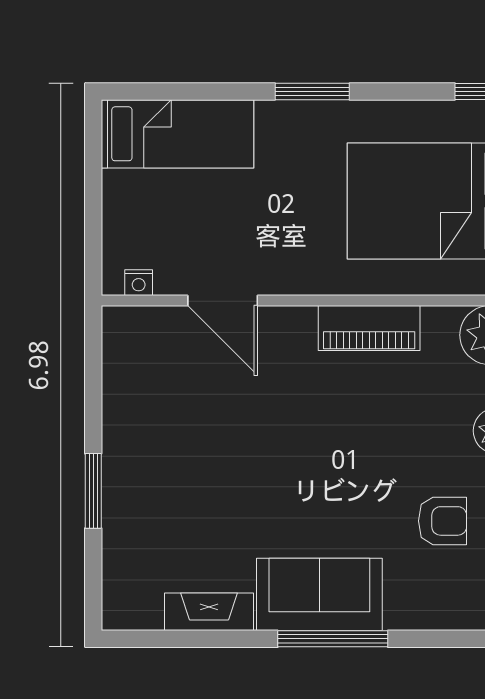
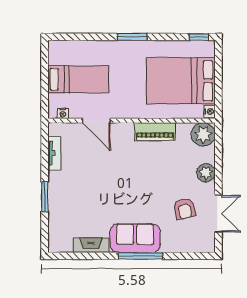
bed: (177, 134) -> (78, 79), moved
tv unit: (117, 382) -> (54, 153), added
armchair: (442, 521) -> (184, 209), turned 78

